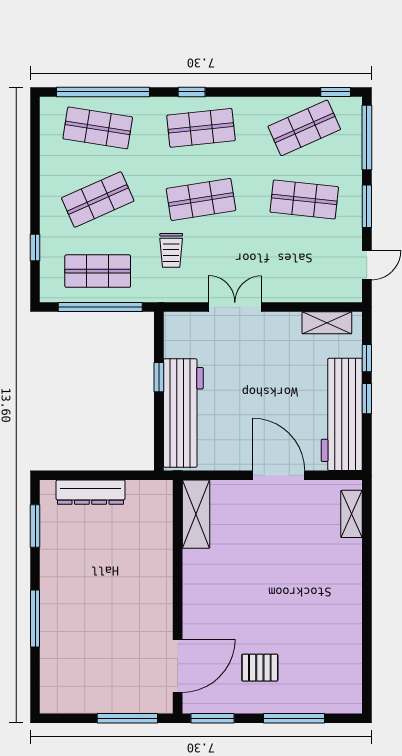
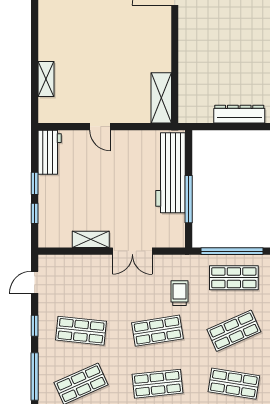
window: (367, 206) -> (35, 326), width x0.67
shelving: (327, 323) -> (91, 239), moved
window: (159, 377) -> (189, 199), width x2.17
workbench: (342, 414) -> (50, 152), width x0.53, depth x0.76
door: (279, 475) -> (100, 127), width x0.53
shelving: (352, 514) -> (46, 79), moved

